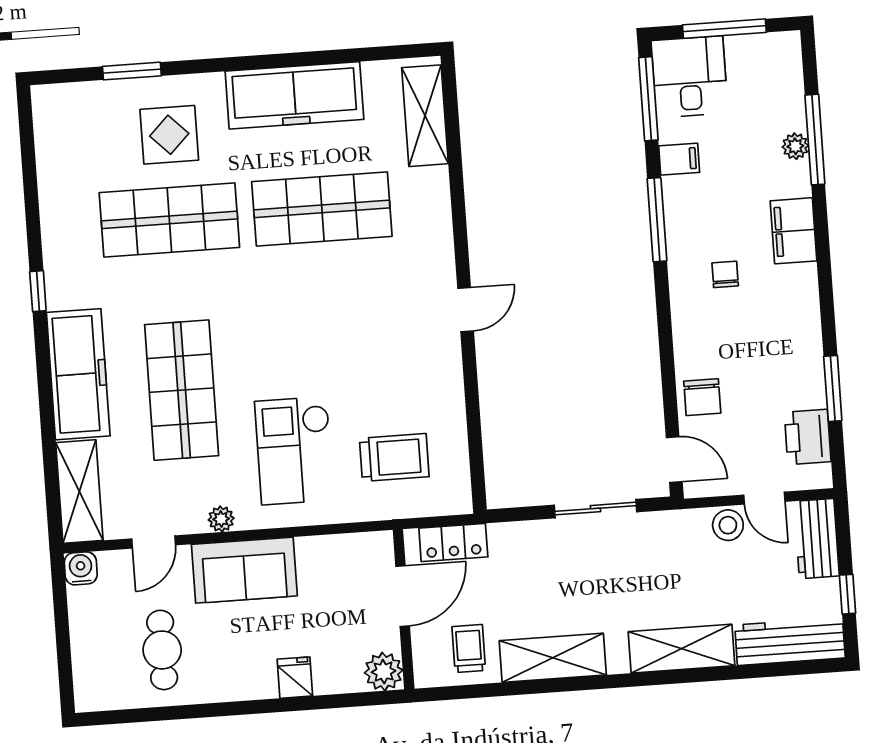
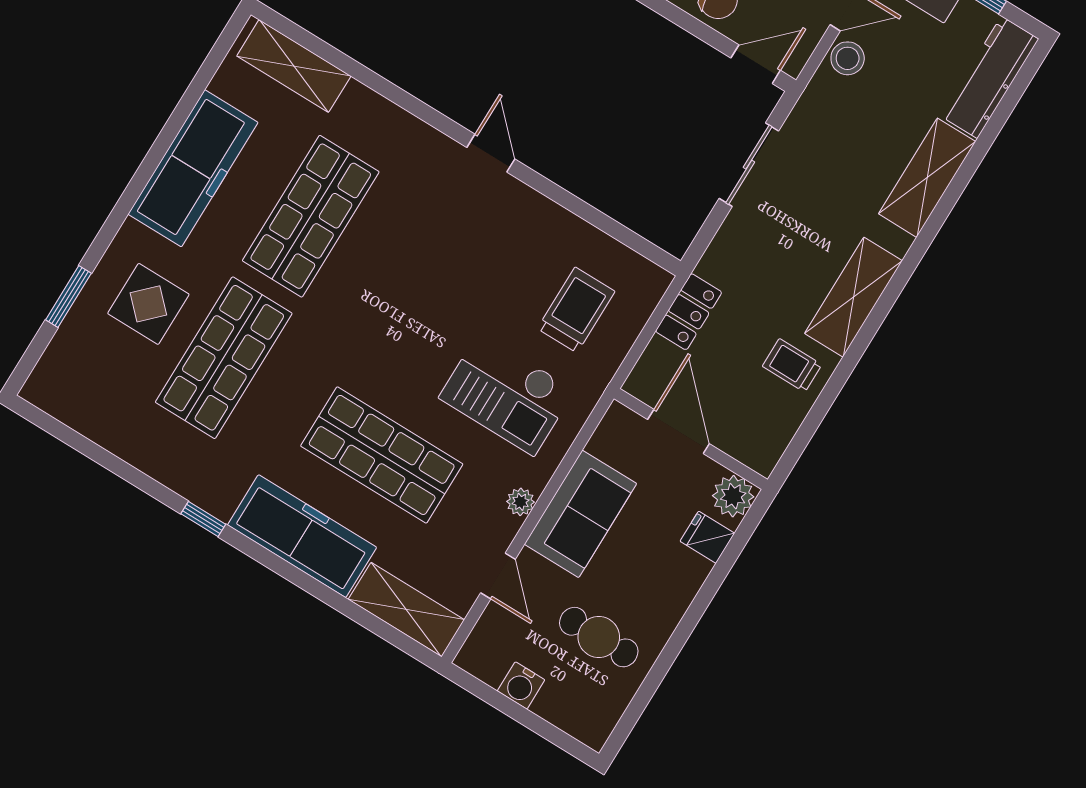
water cooler: (81, 568) -> (521, 685), moved, turned -90
door: (403, 596) -> (679, 432), moved
wall: (404, 609) -> (691, 439), moved
plant: (384, 672) -> (733, 496), moved

